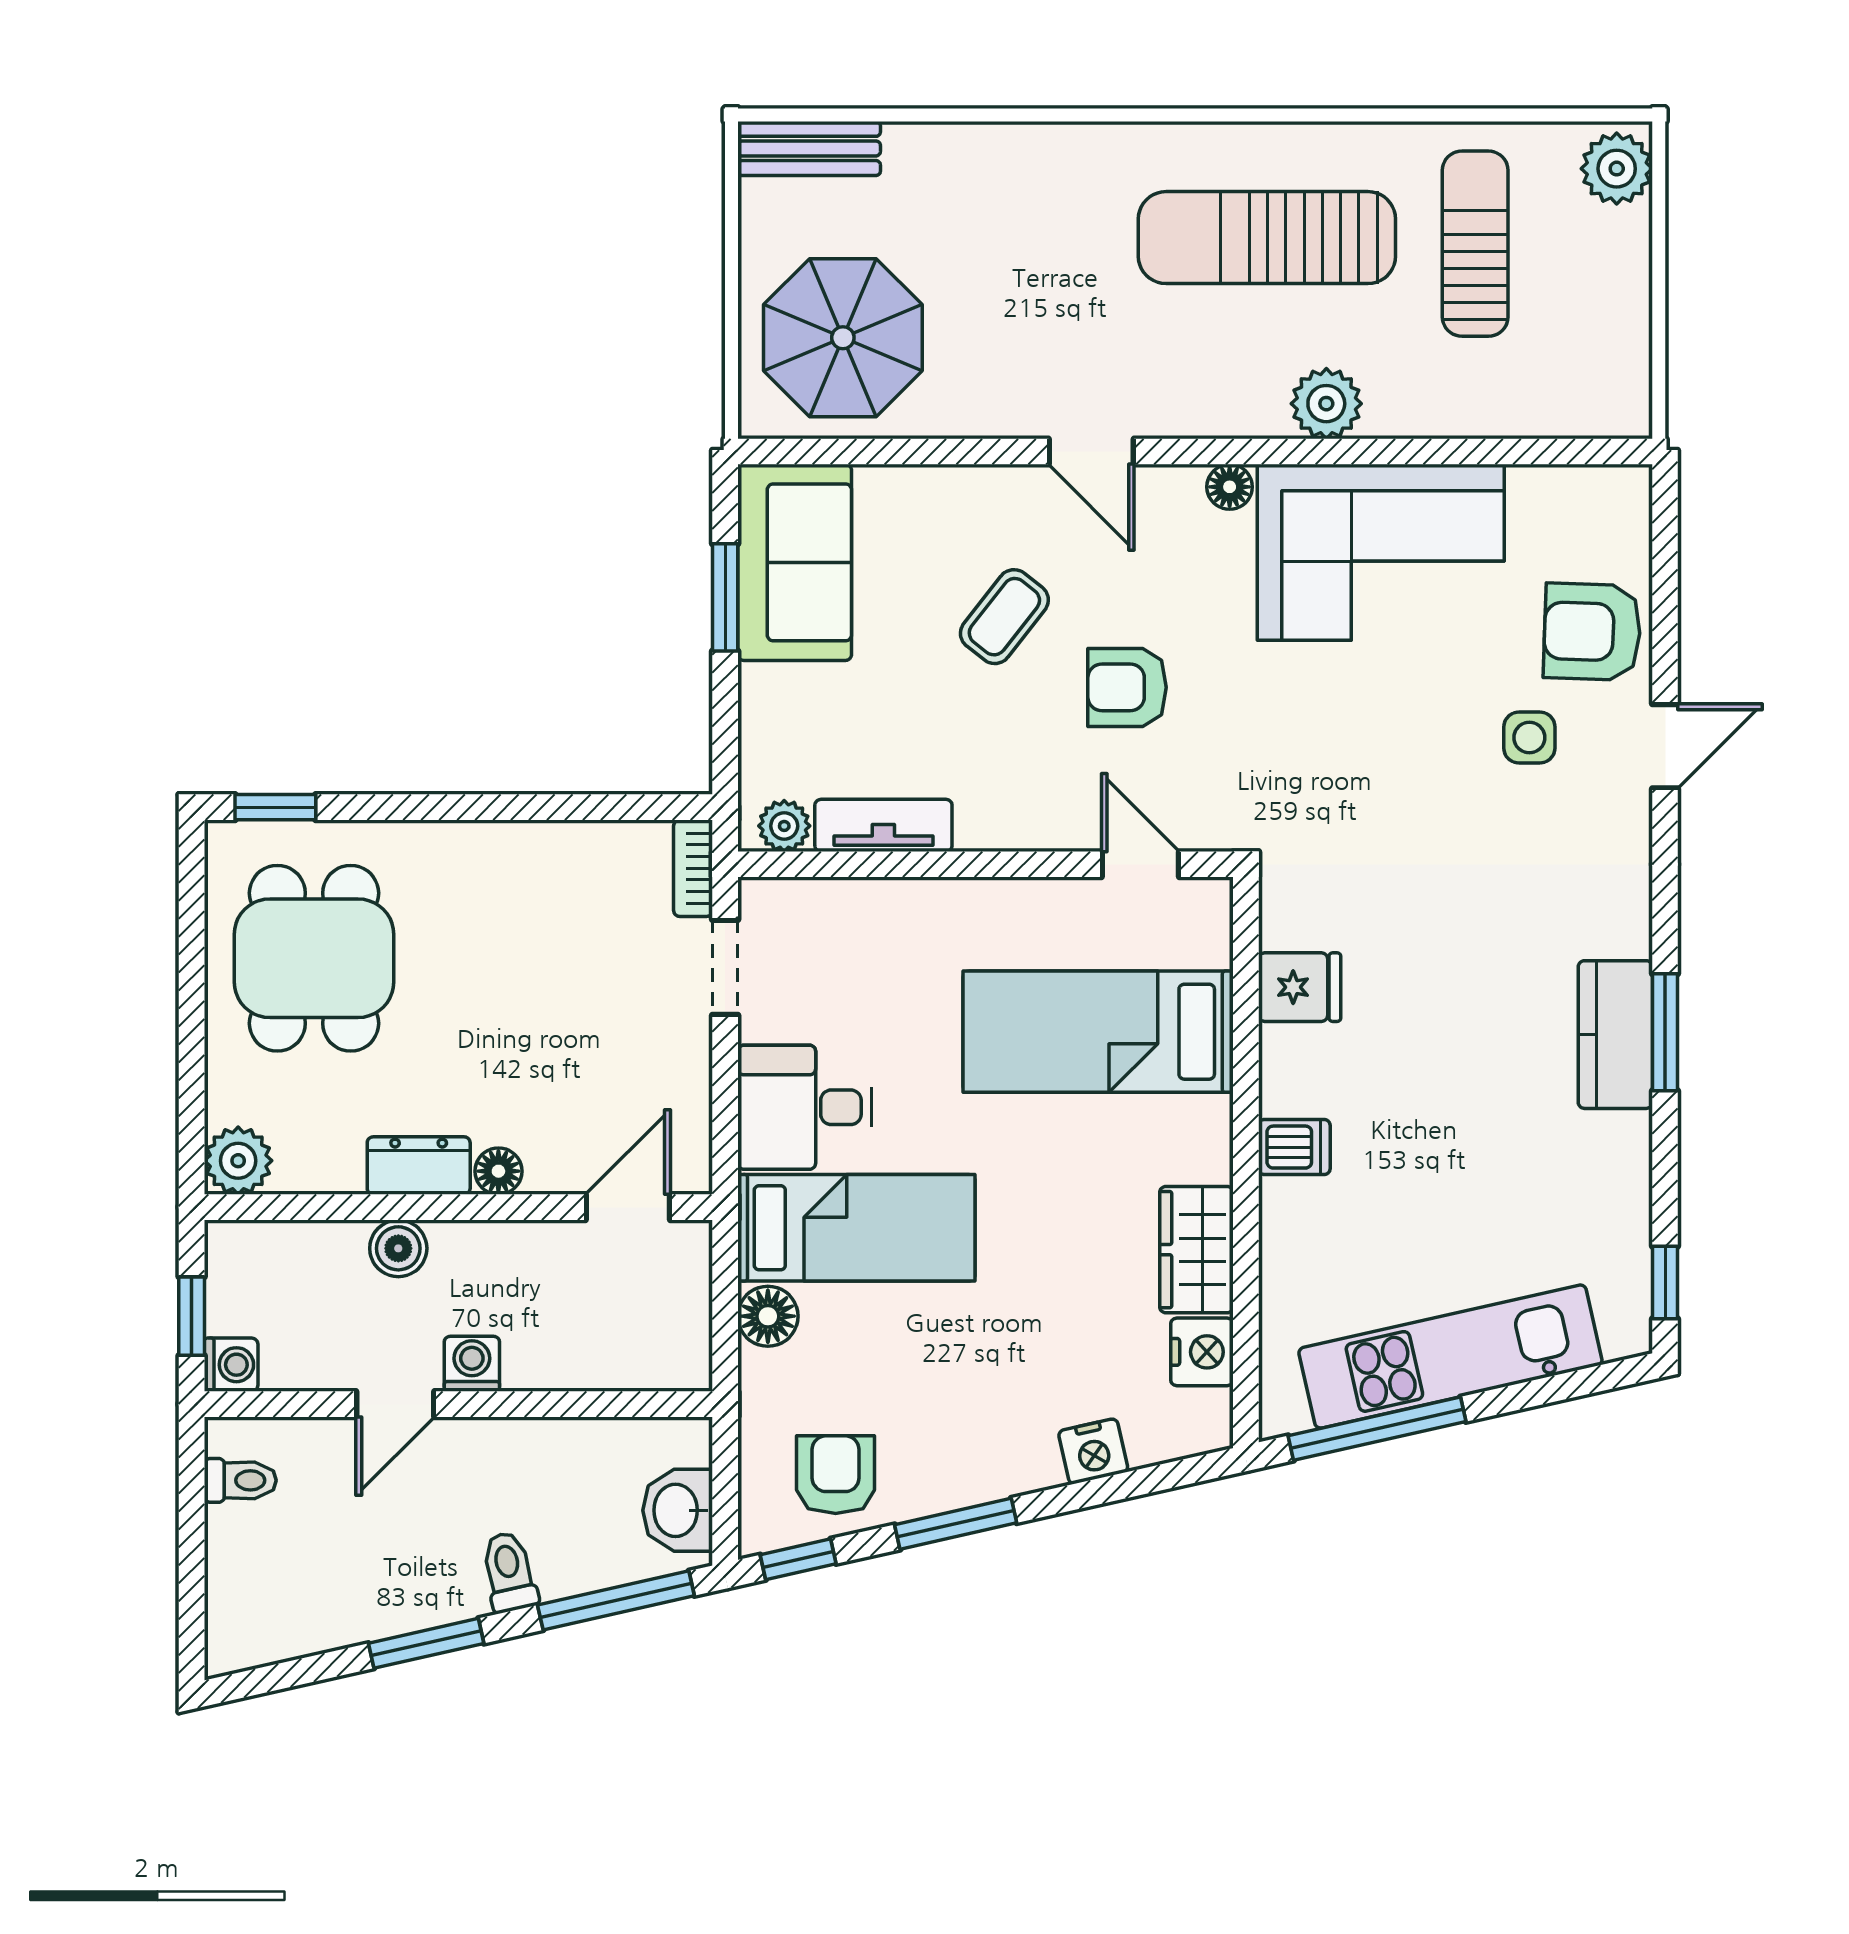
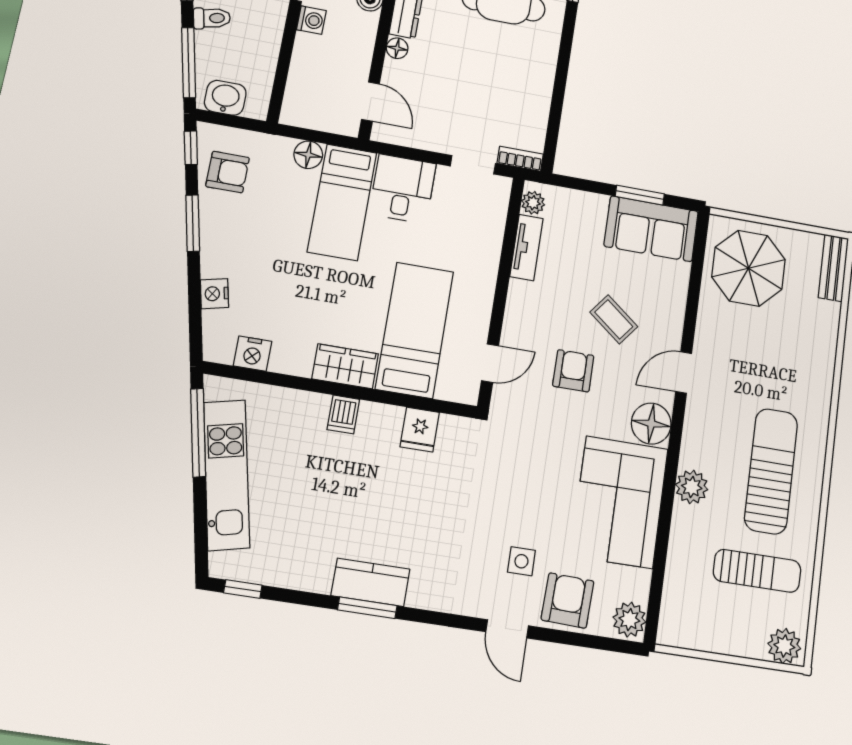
floor lamp: (1230, 487) -> (651, 424), width x1.89, depth x1.89
plant: (1611, 499) -> (629, 620), added
wardrobe: (1196, 1250) -> (345, 366), moved

